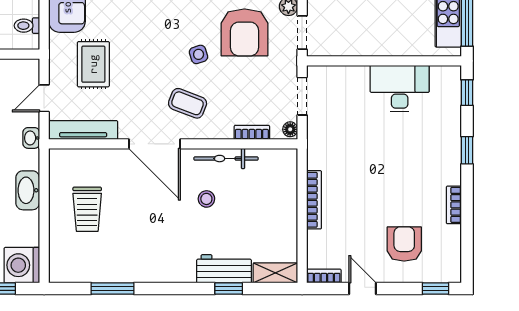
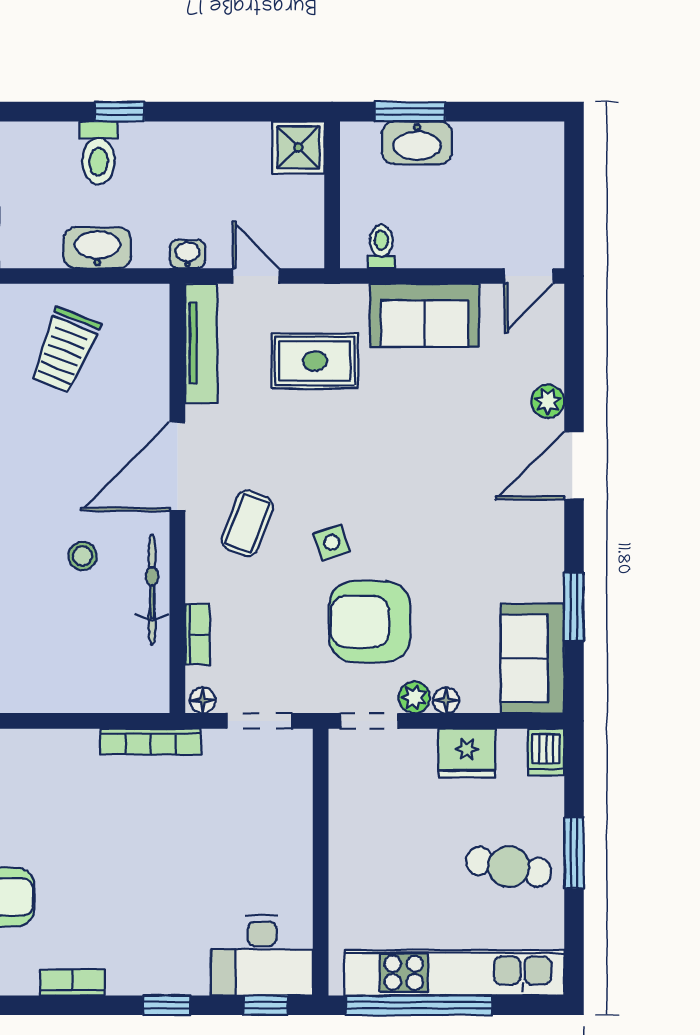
desk: (400, 89) -> (262, 956), moved, turned 90
bookcase: (314, 200) -> (150, 741), moved
trolley: (87, 209) -> (65, 350), turned -68

